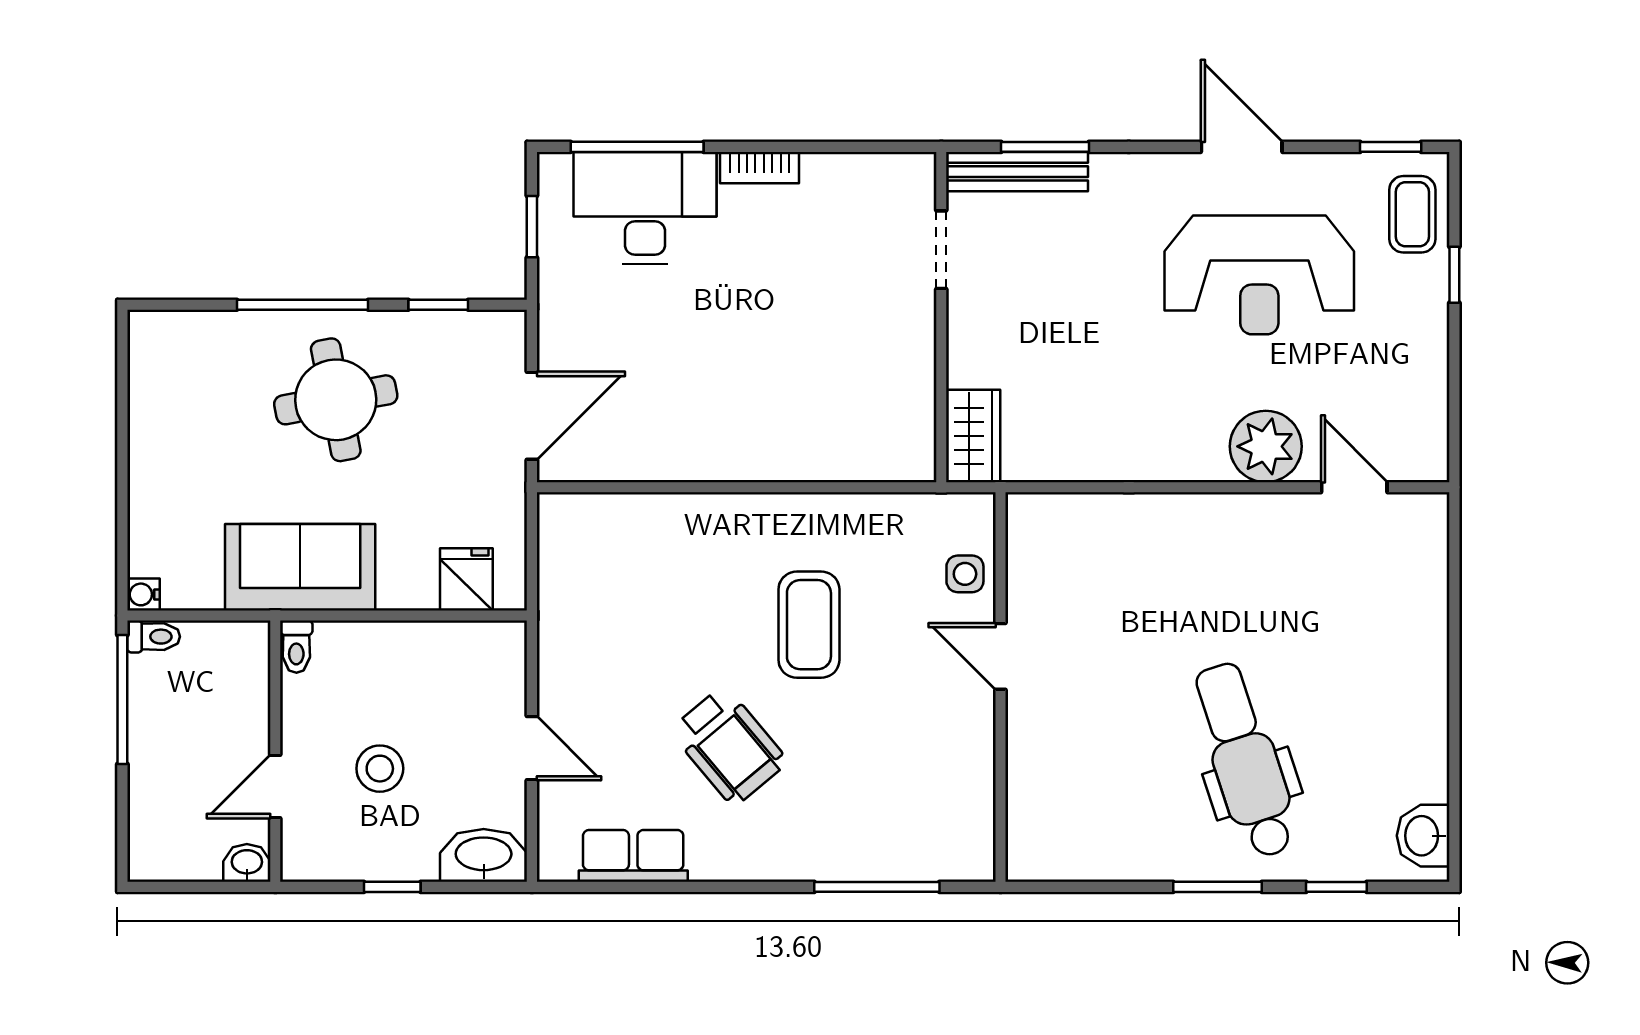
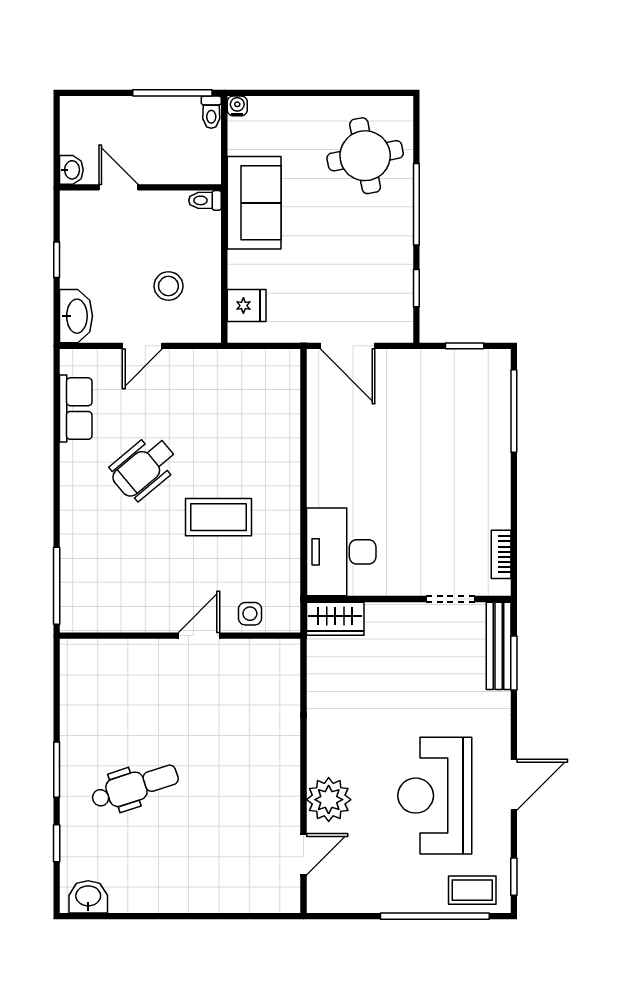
bookcase: (760, 168) -> (501, 554), moved
desk: (645, 208) -> (341, 552), moved, turned 180
window: (1454, 275) -> (435, 916), width x3.17
round table: (336, 400) -> (365, 156), moved
dental chair: (1245, 760) -> (135, 787), width x0.73, depth x0.72
stool: (380, 769) -> (168, 286), moved
window: (877, 887) -> (57, 586), moved

